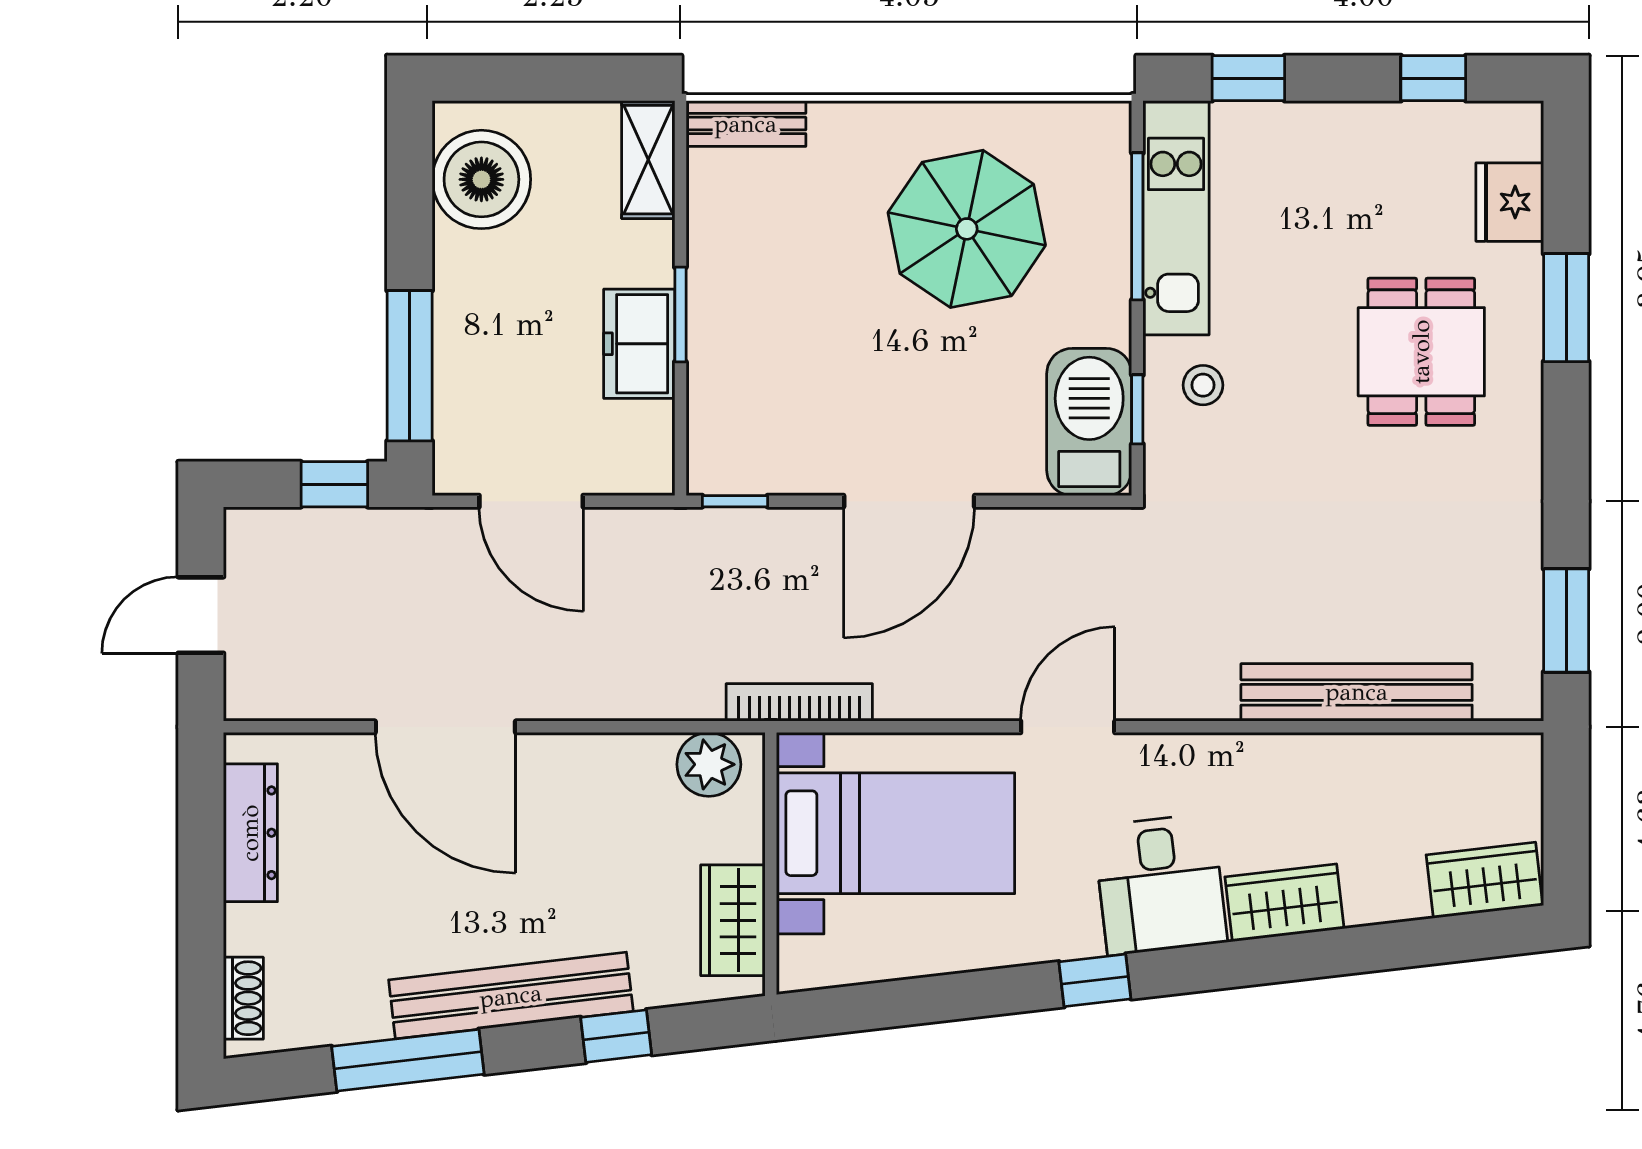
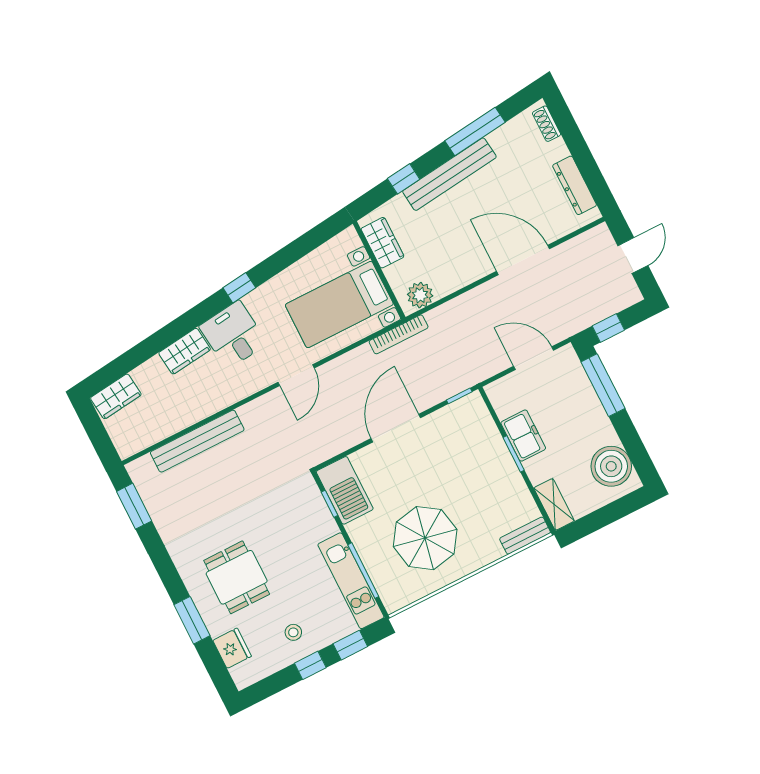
window: (1433, 78) -> (310, 665), moved
stool: (1203, 385) -> (293, 632), moved

